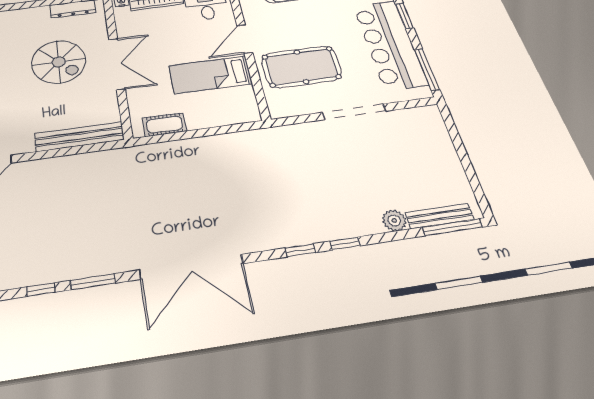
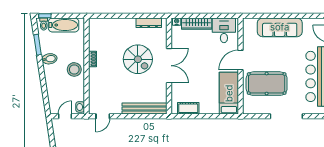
bed: (210, 75) -> (229, 93), moved, turned 90

